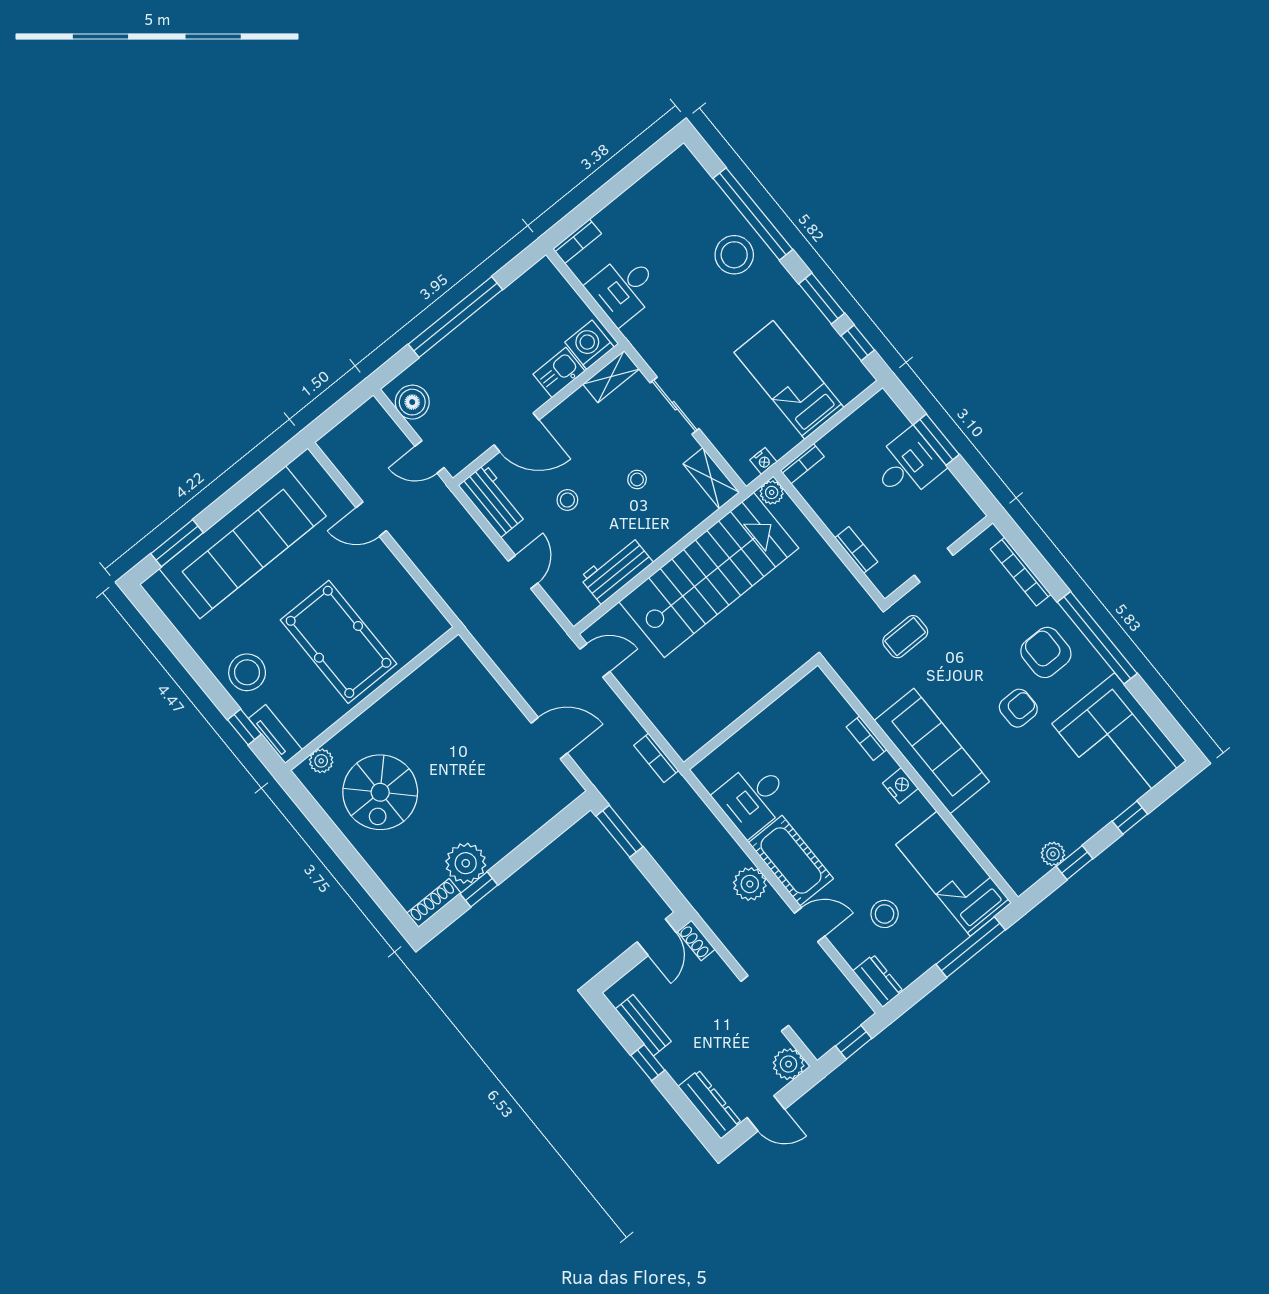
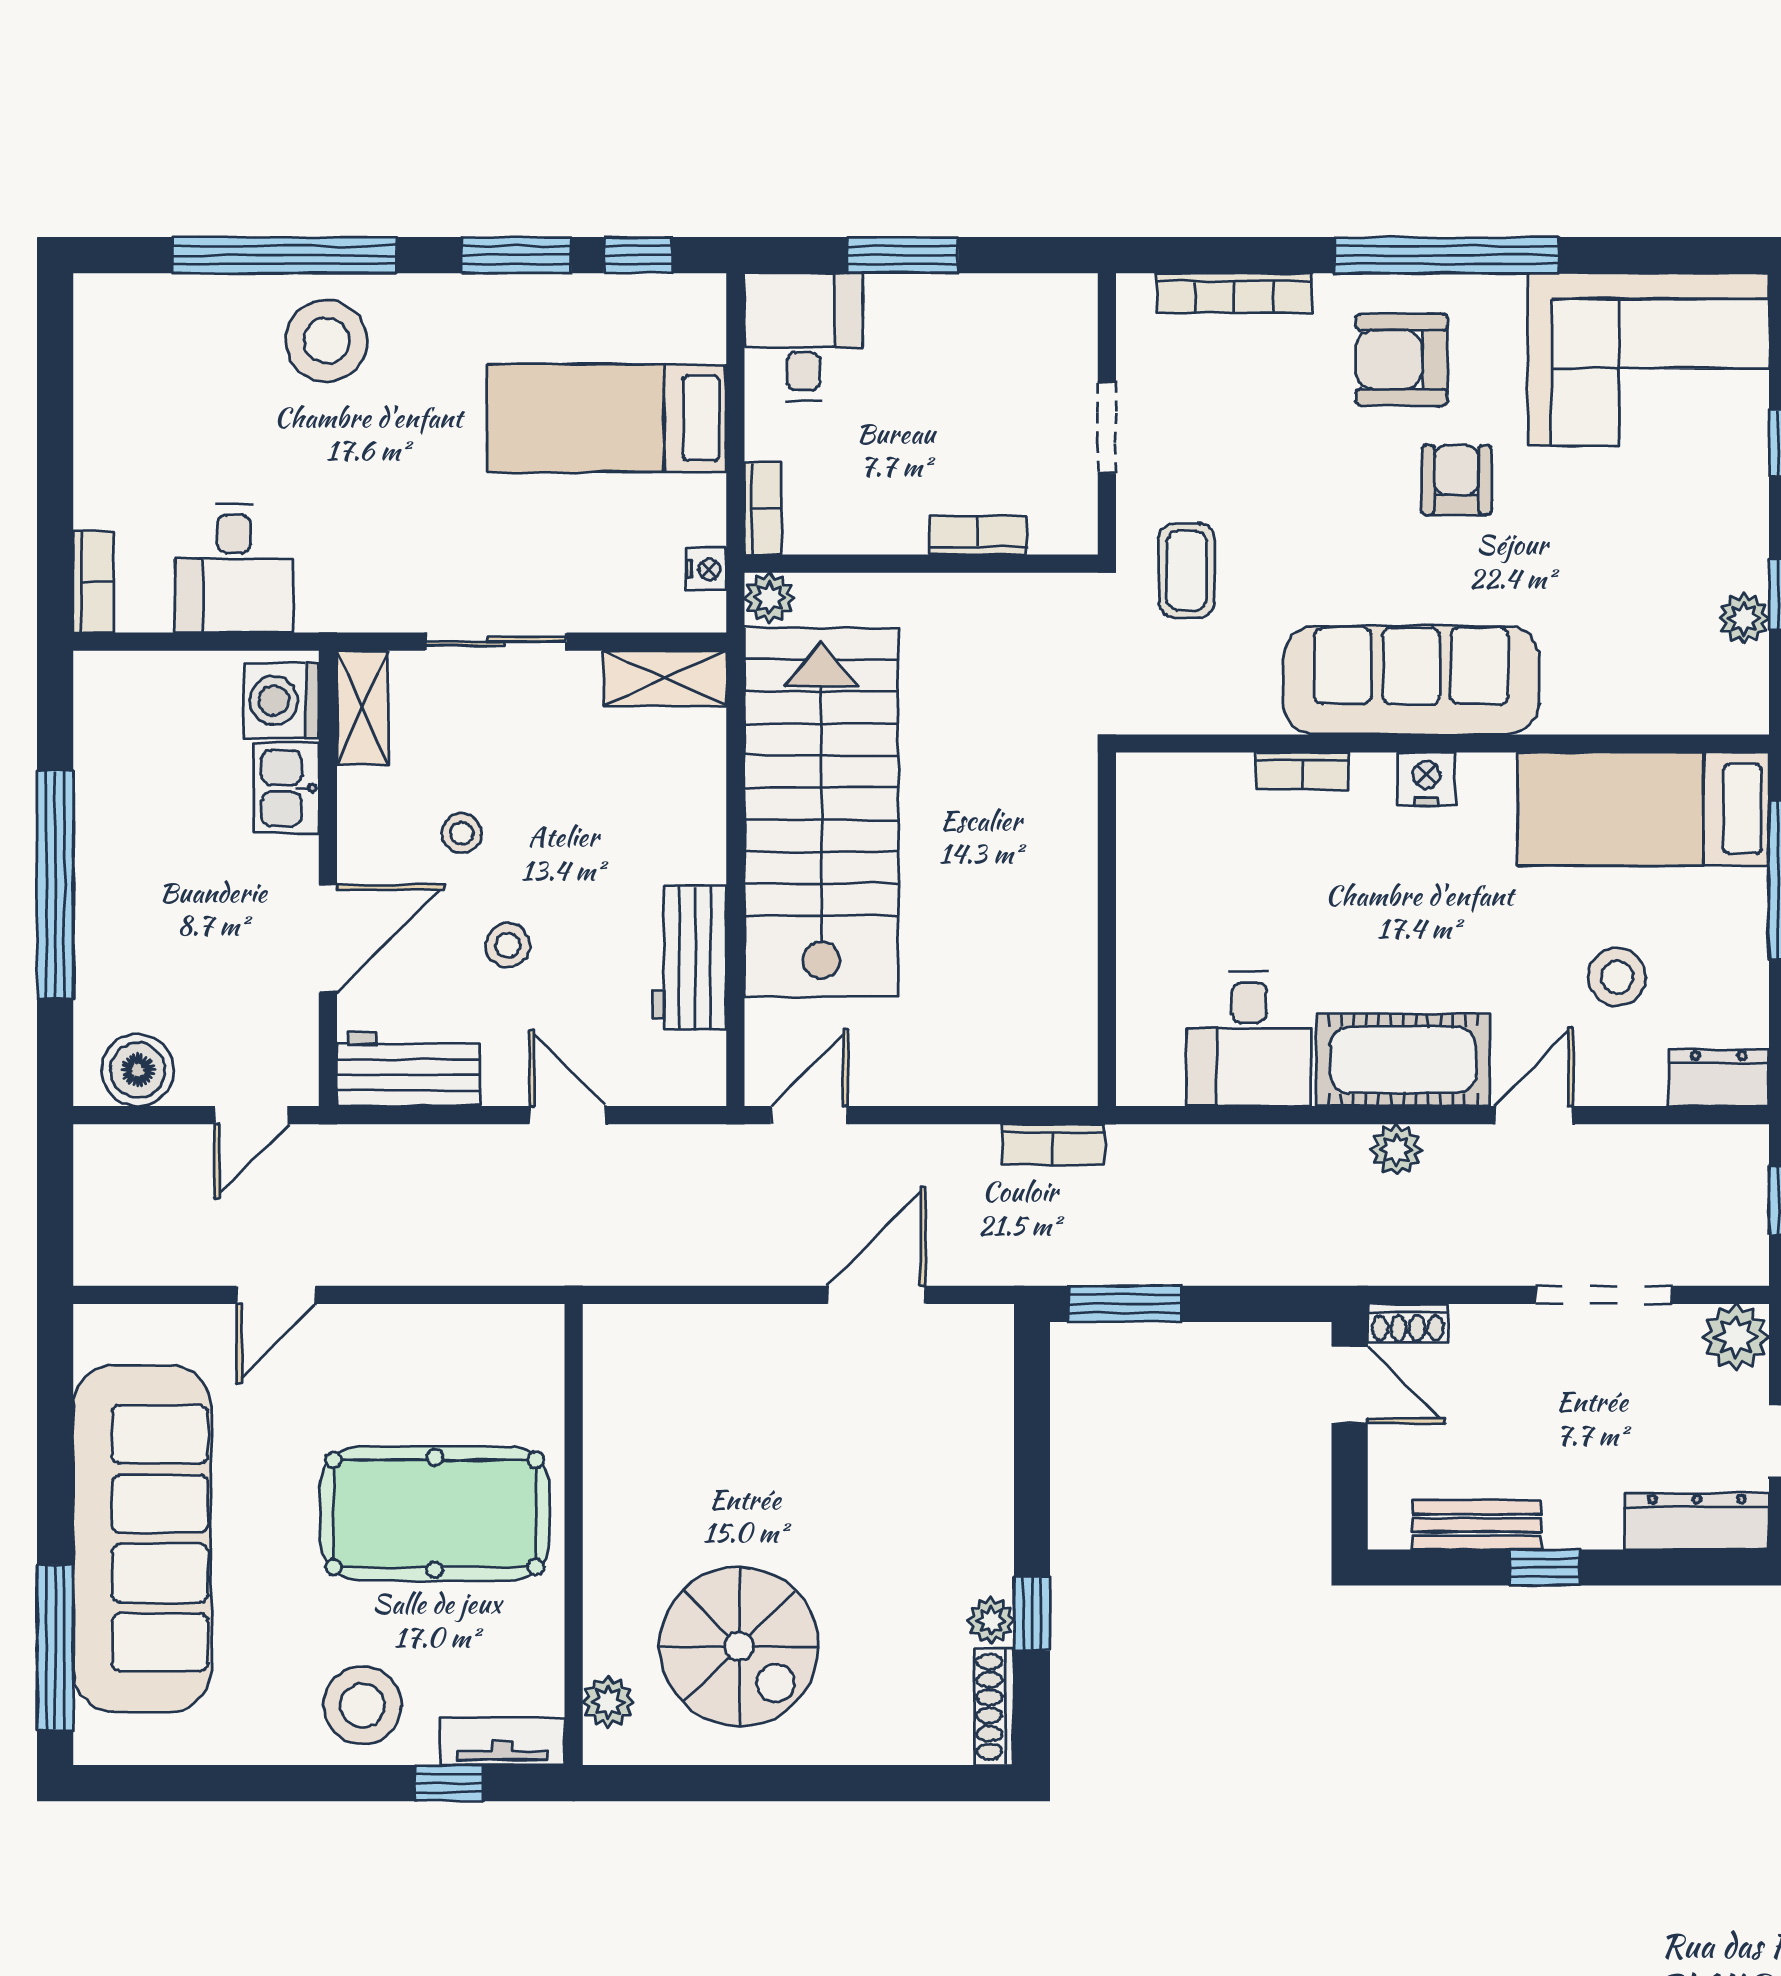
desk: (907, 465) -> (803, 337), moved
stool: (637, 479) -> (462, 833), moved
window: (177, 543) -> (55, 1648), width x1.44
plant: (466, 863) -> (991, 1620), width x0.53, depth x0.53
plant: (750, 884) -> (1396, 1150), width x0.73, depth x0.73

